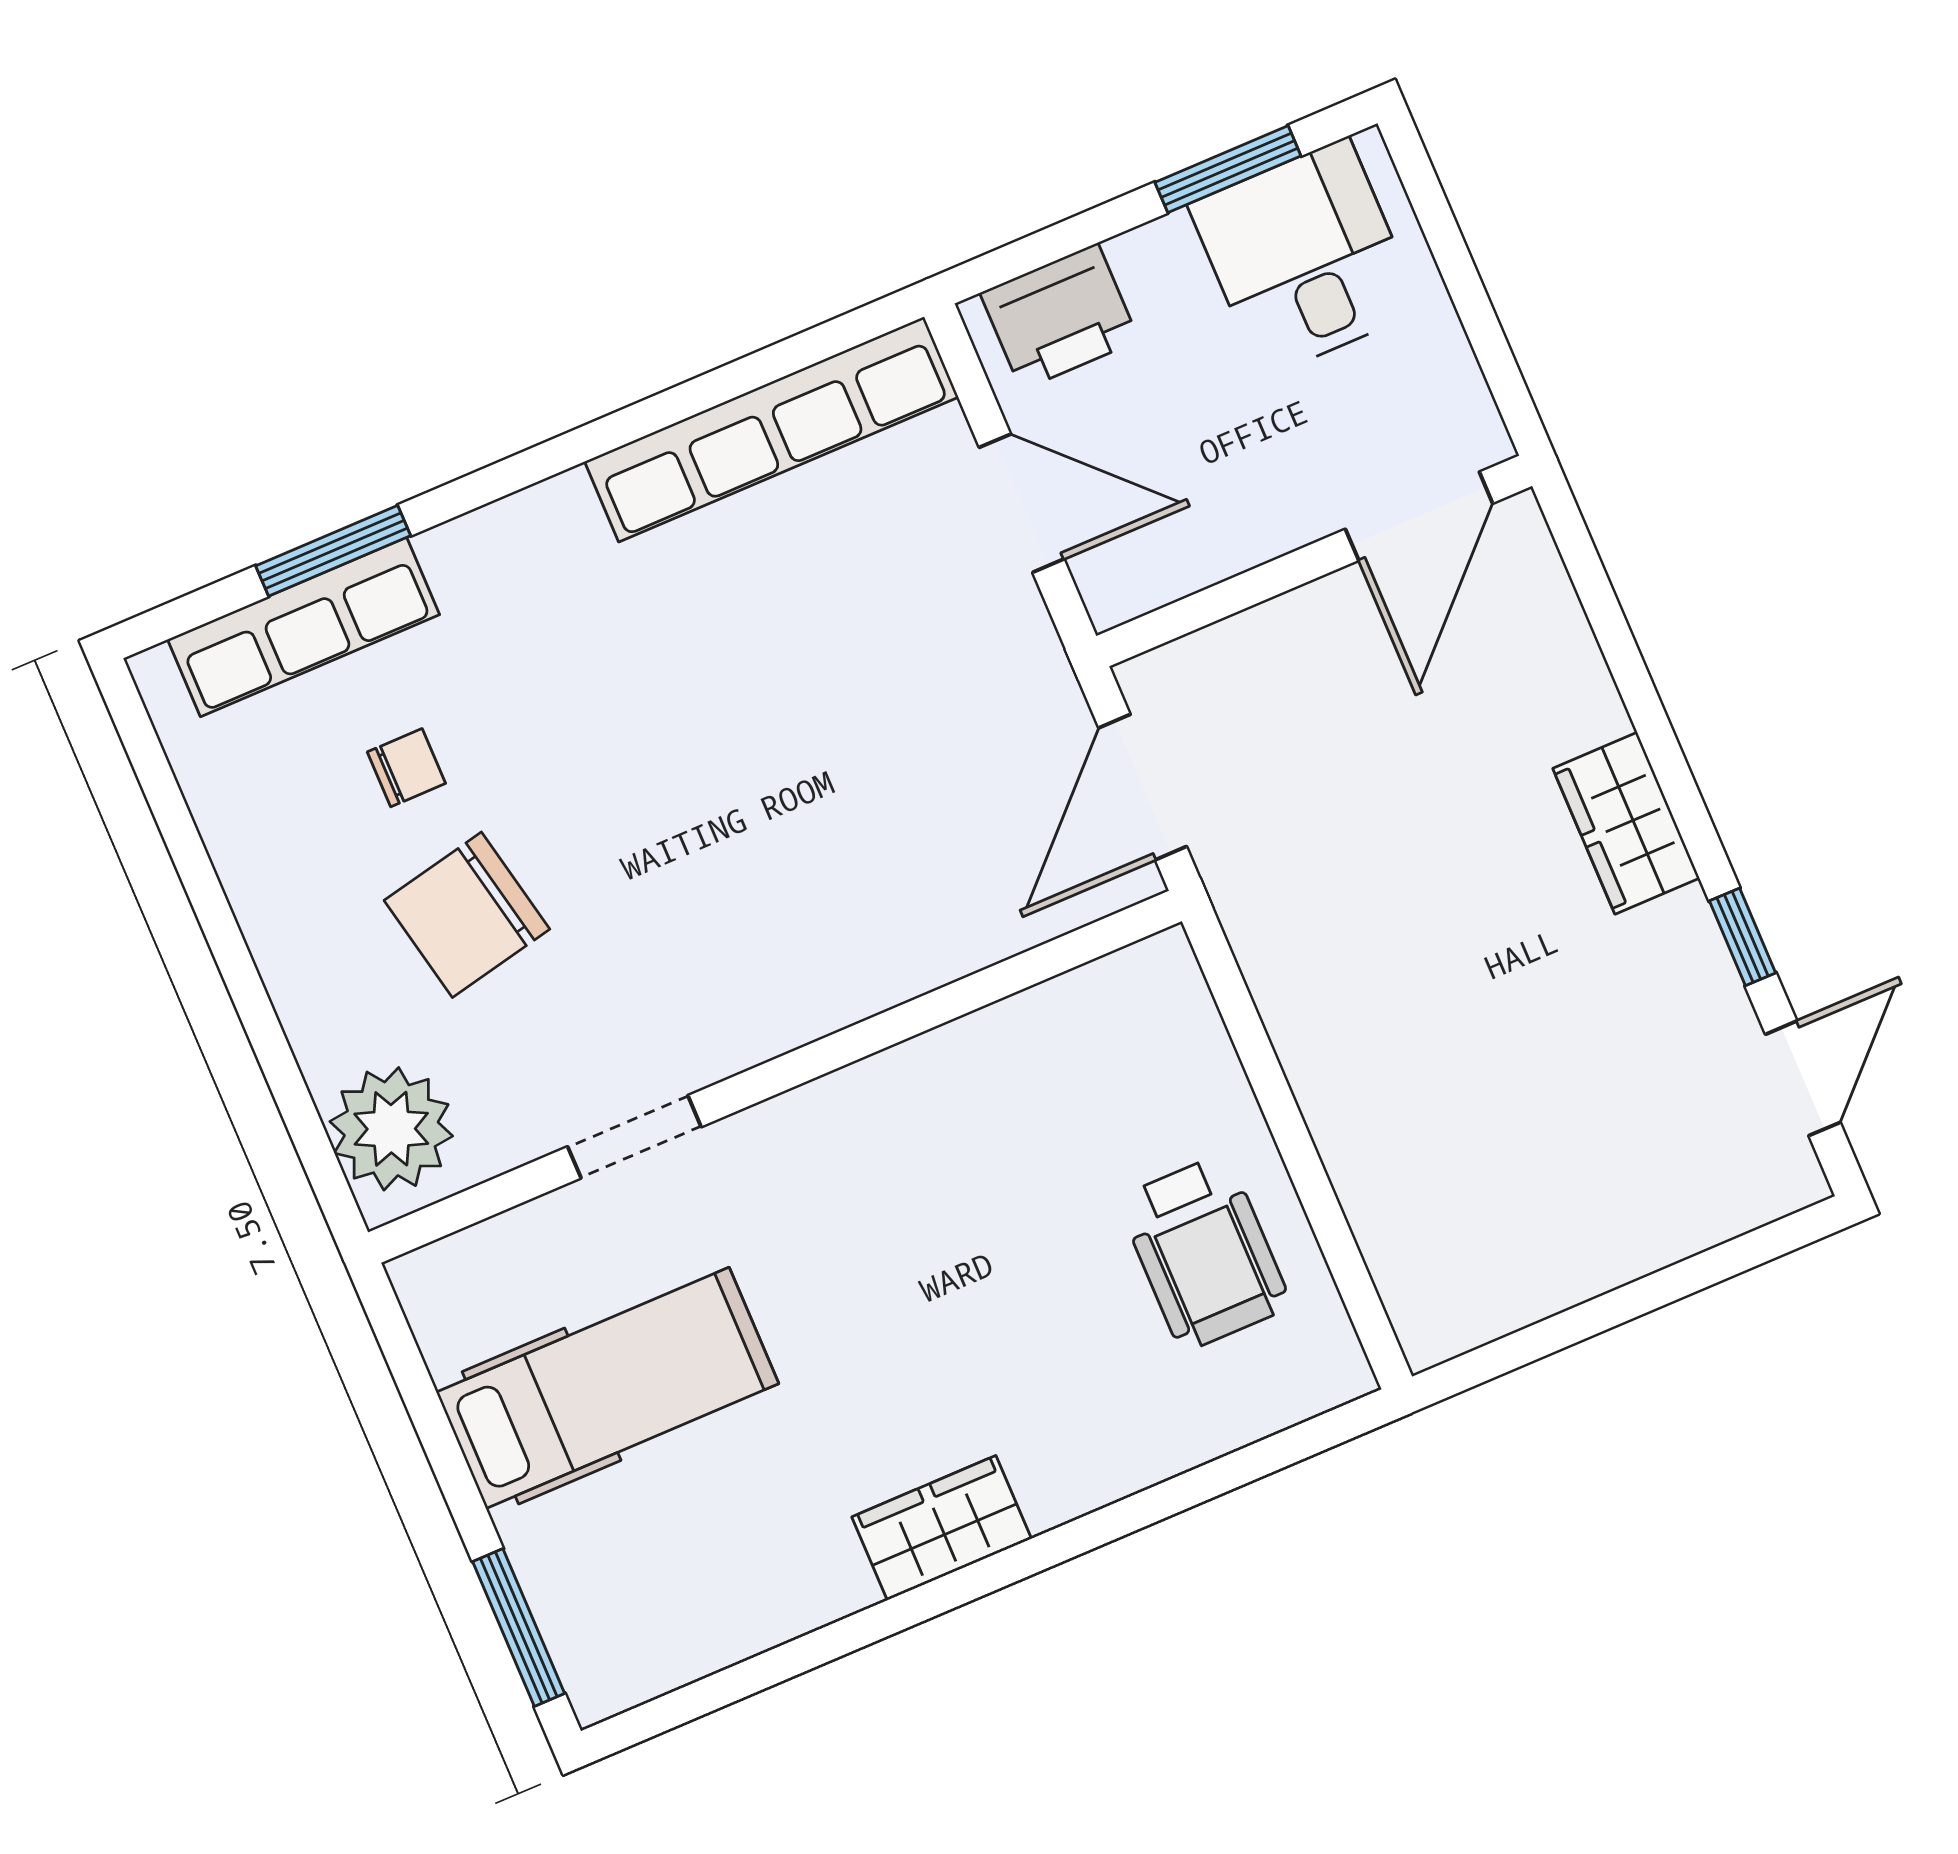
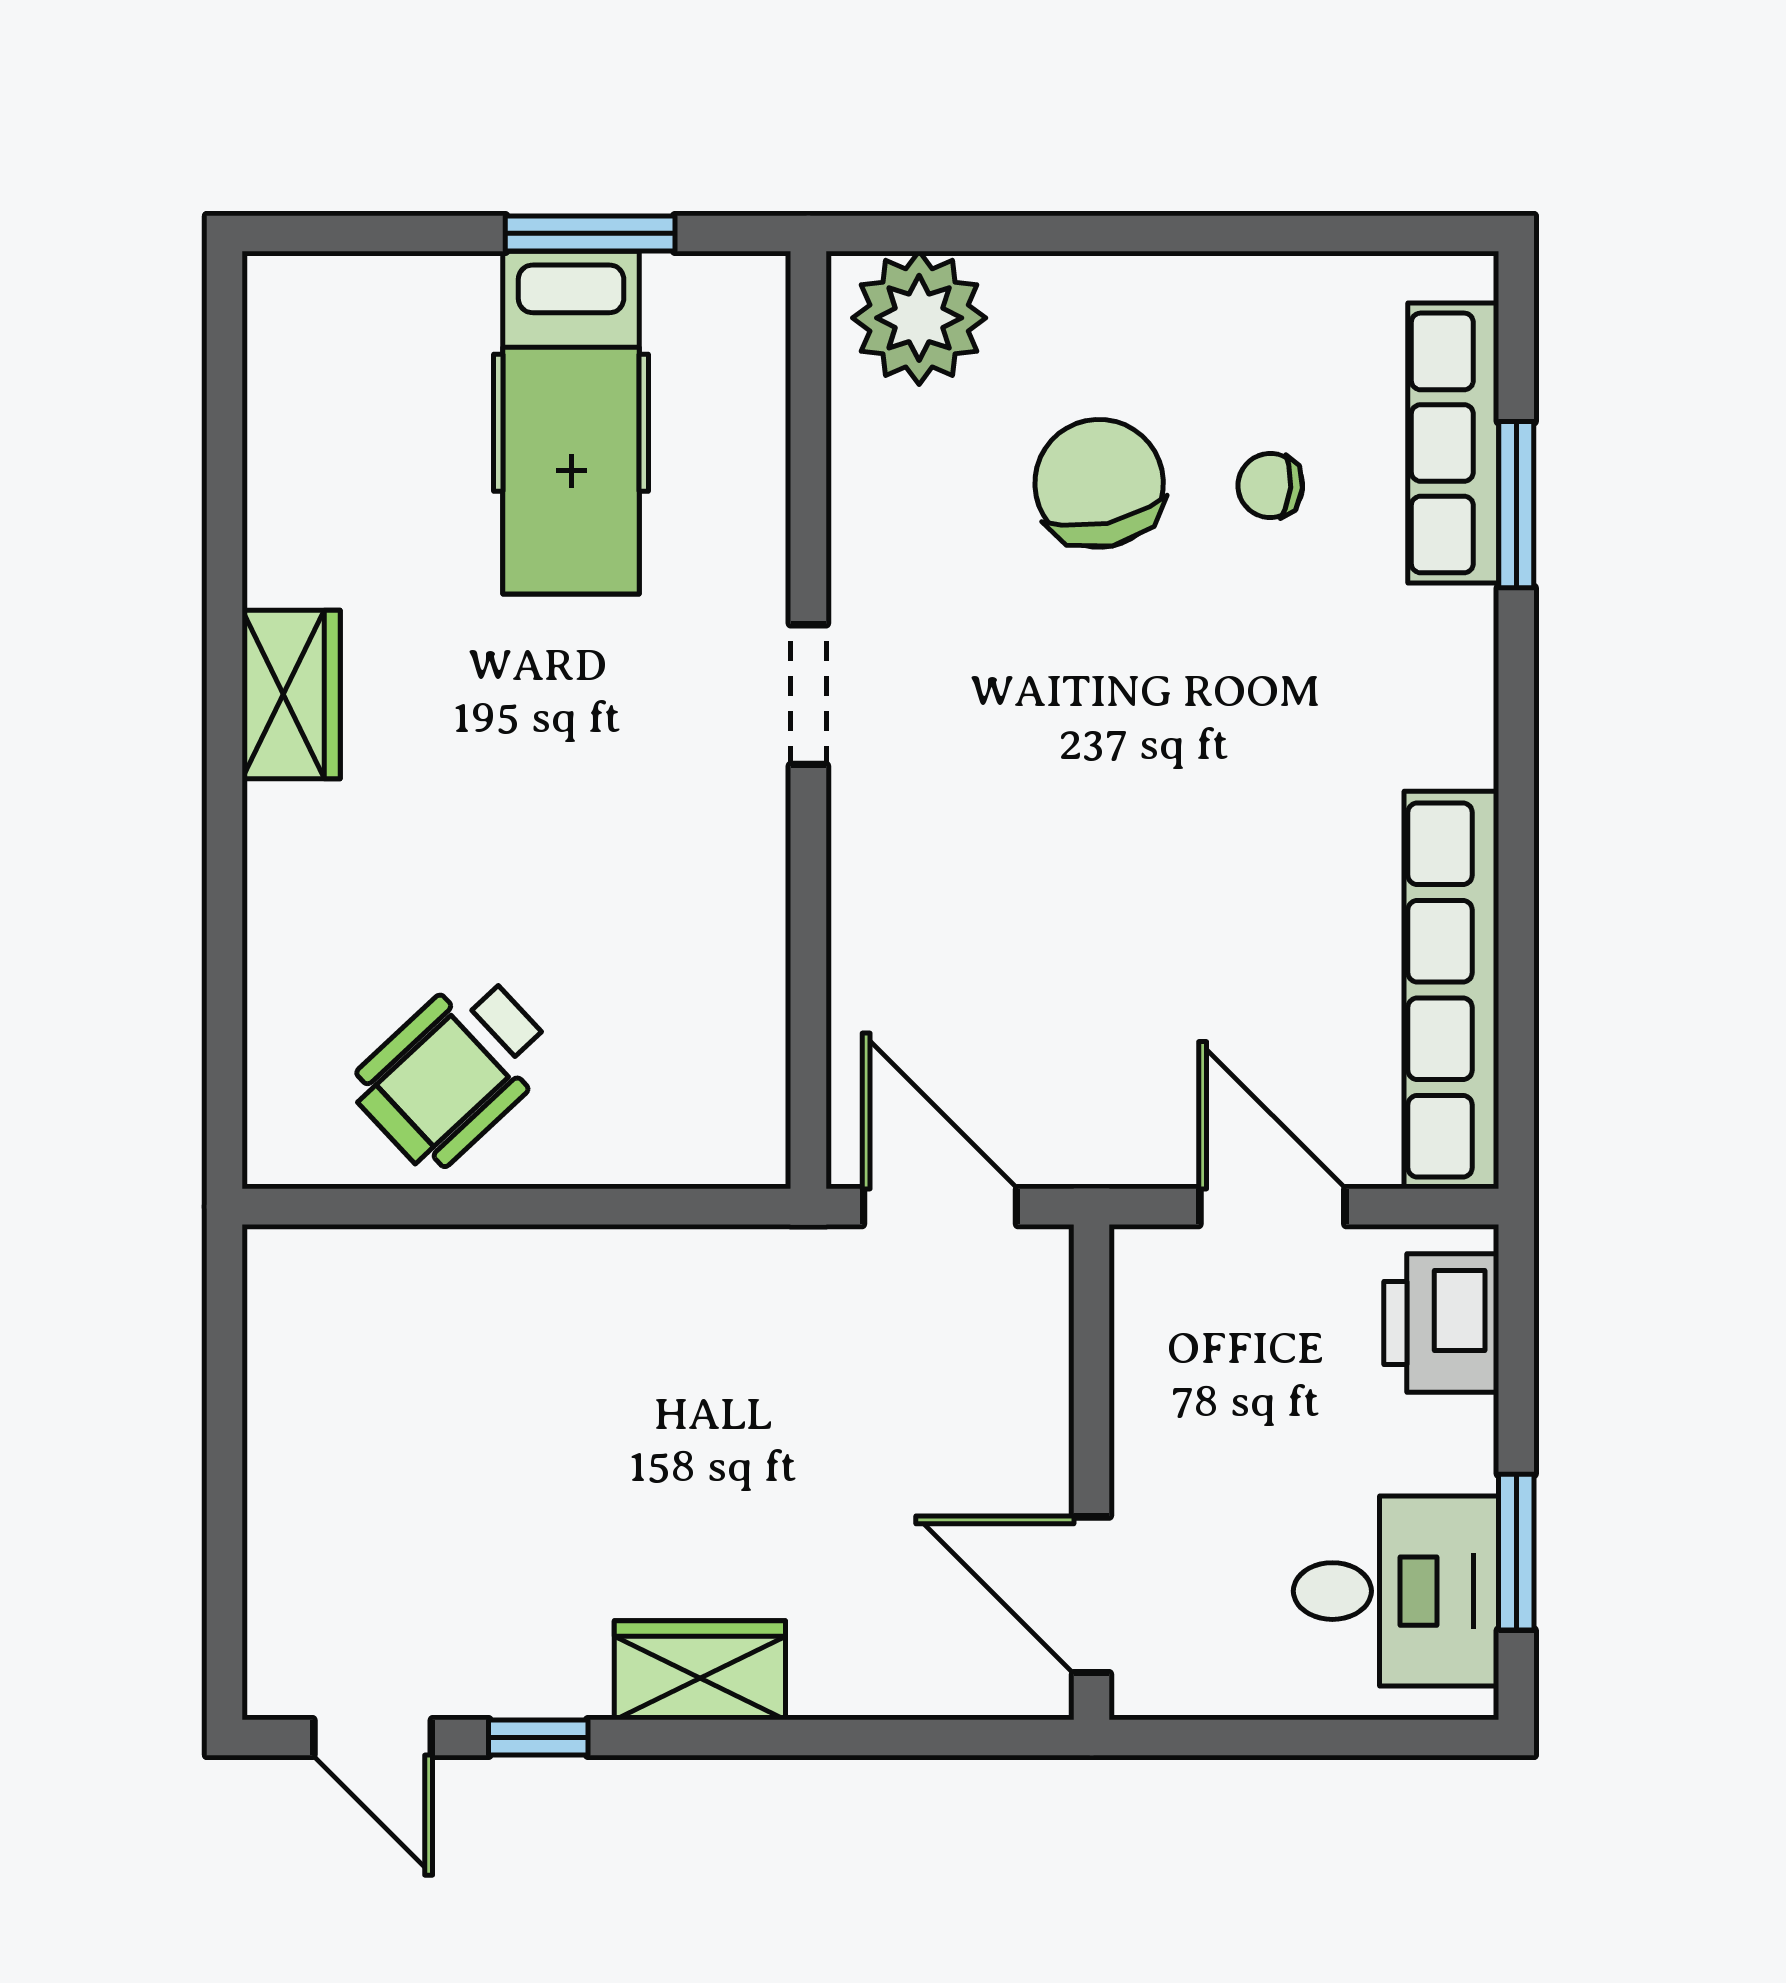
door: (1022, 503) -> (1272, 1207), swing flipped
chair: (406, 768) -> (1270, 486), turned 95
doorway: (634, 1137) -> (808, 695), moved
wheelchair: (1204, 1252) -> (453, 1071), turned -43
window: (519, 1627) -> (590, 233), moved

